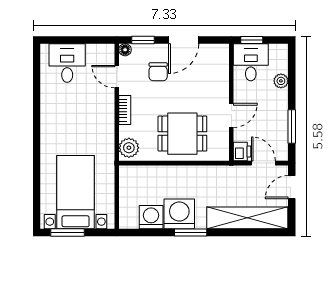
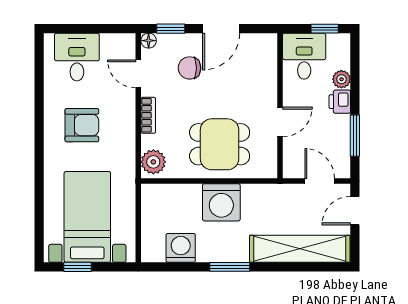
window: (252, 40) -> (325, 29), moved
chair: (158, 72) -> (190, 68), turned 90
armchair: (71, 118) -> (82, 125), added
printer: (242, 152) -> (340, 102), moved, turned 180
washing machine: (179, 214) -> (221, 202), moved, turned 180
window: (68, 233) -> (77, 267), width x0.67

